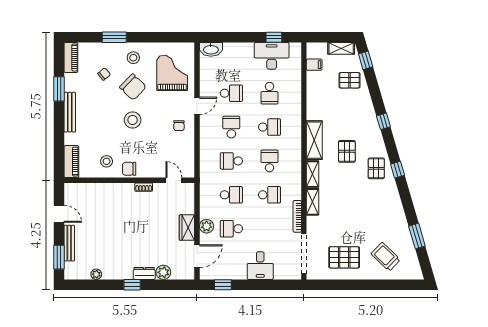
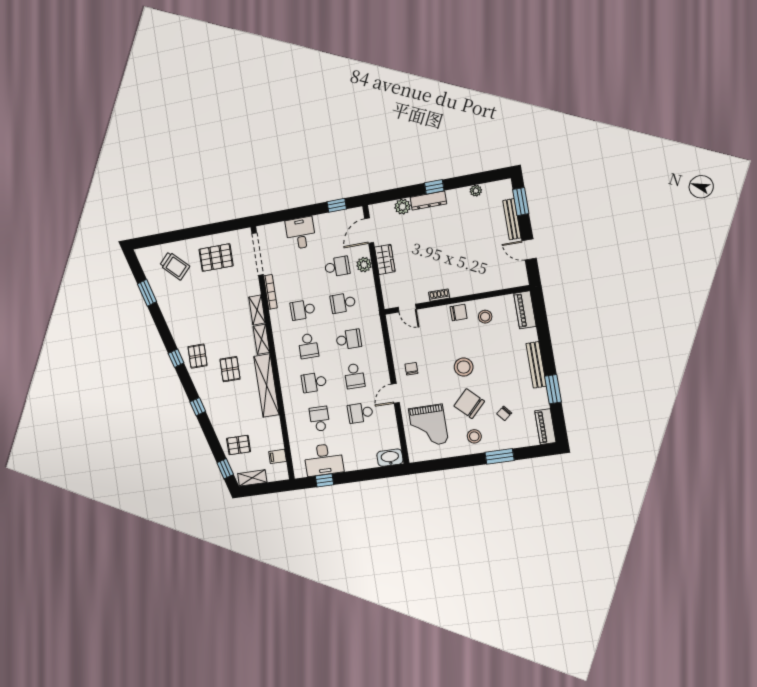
shelving: (314, 140) -> (267, 385), width x1.47
dresser: (144, 273) -> (428, 201), width x1.44

